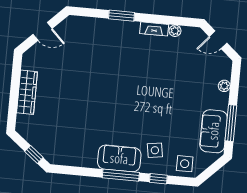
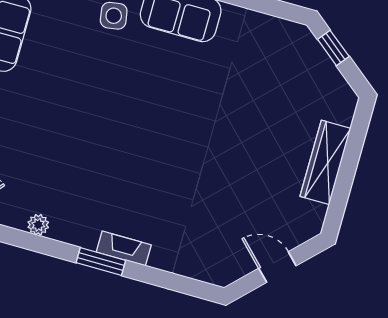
window: (121, 16) -> (101, 261), moved
fireplace: (154, 29) -> (124, 248), moved

